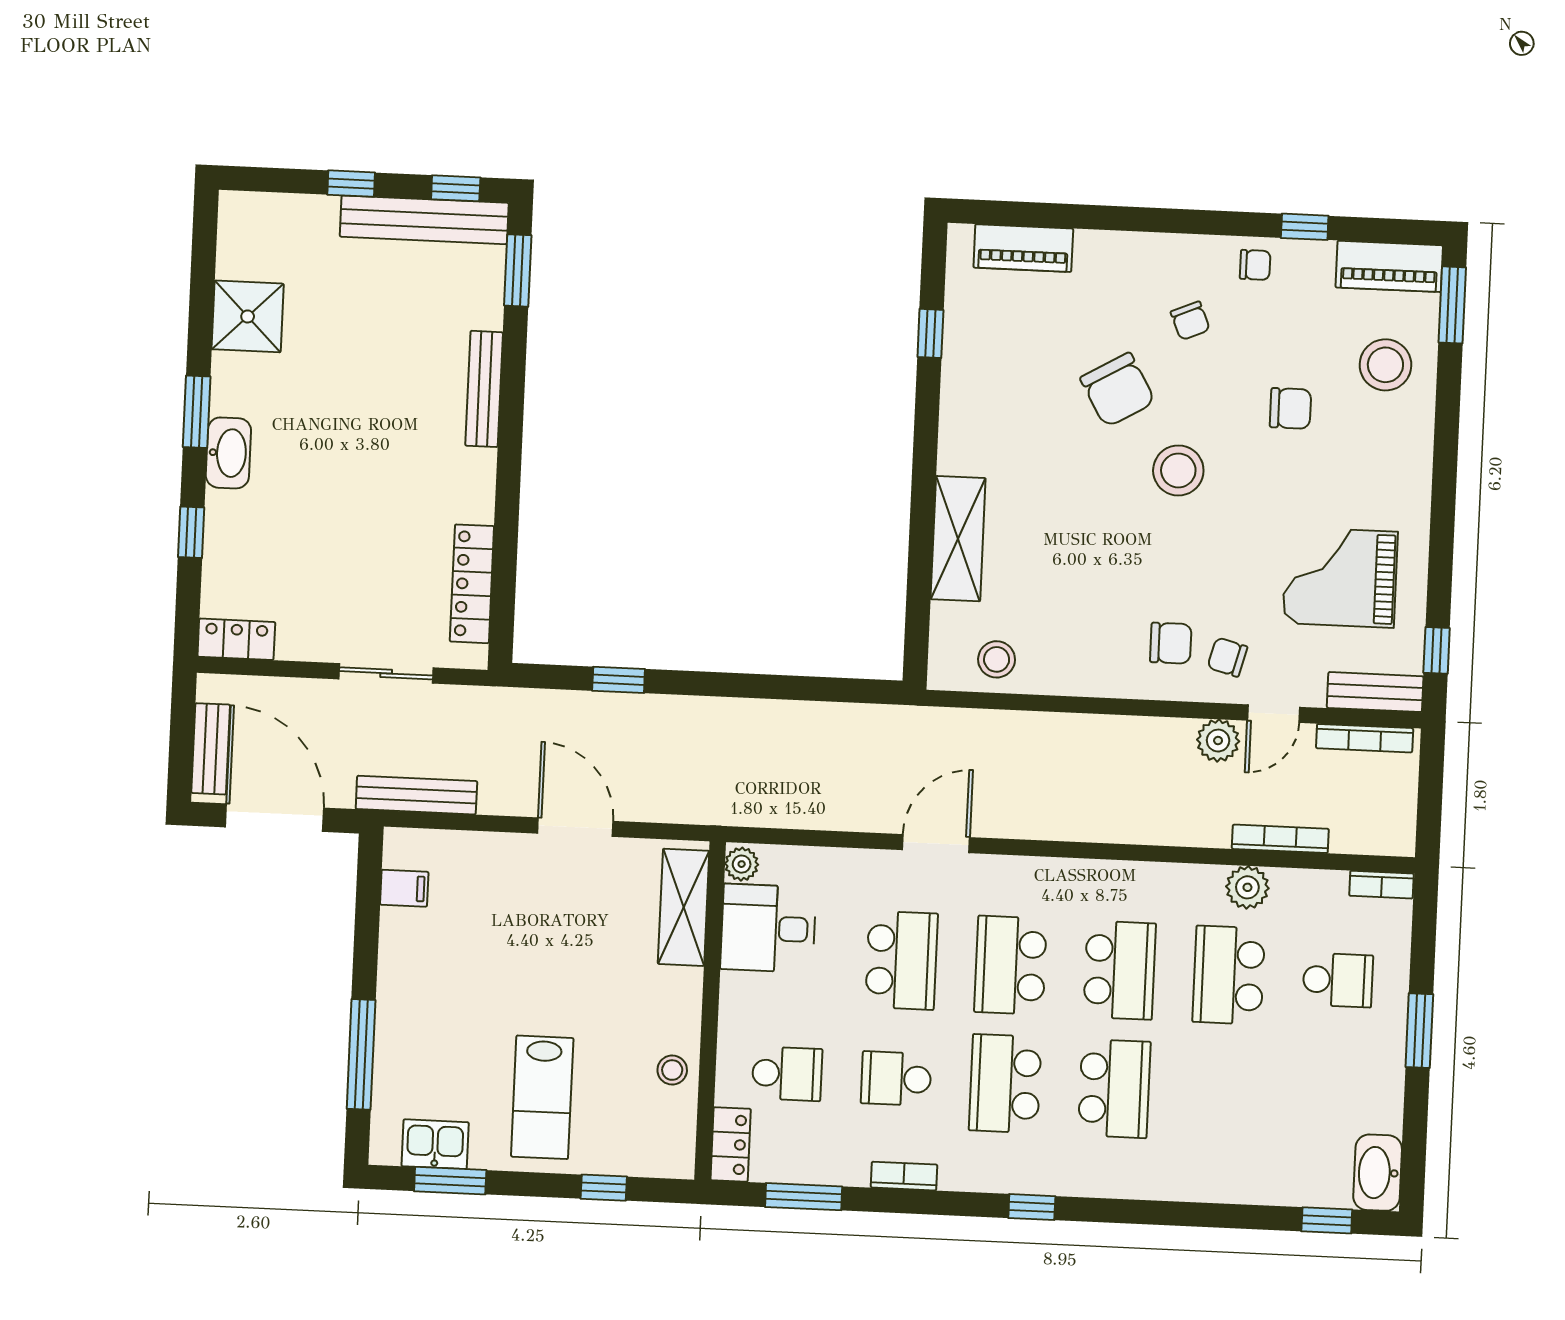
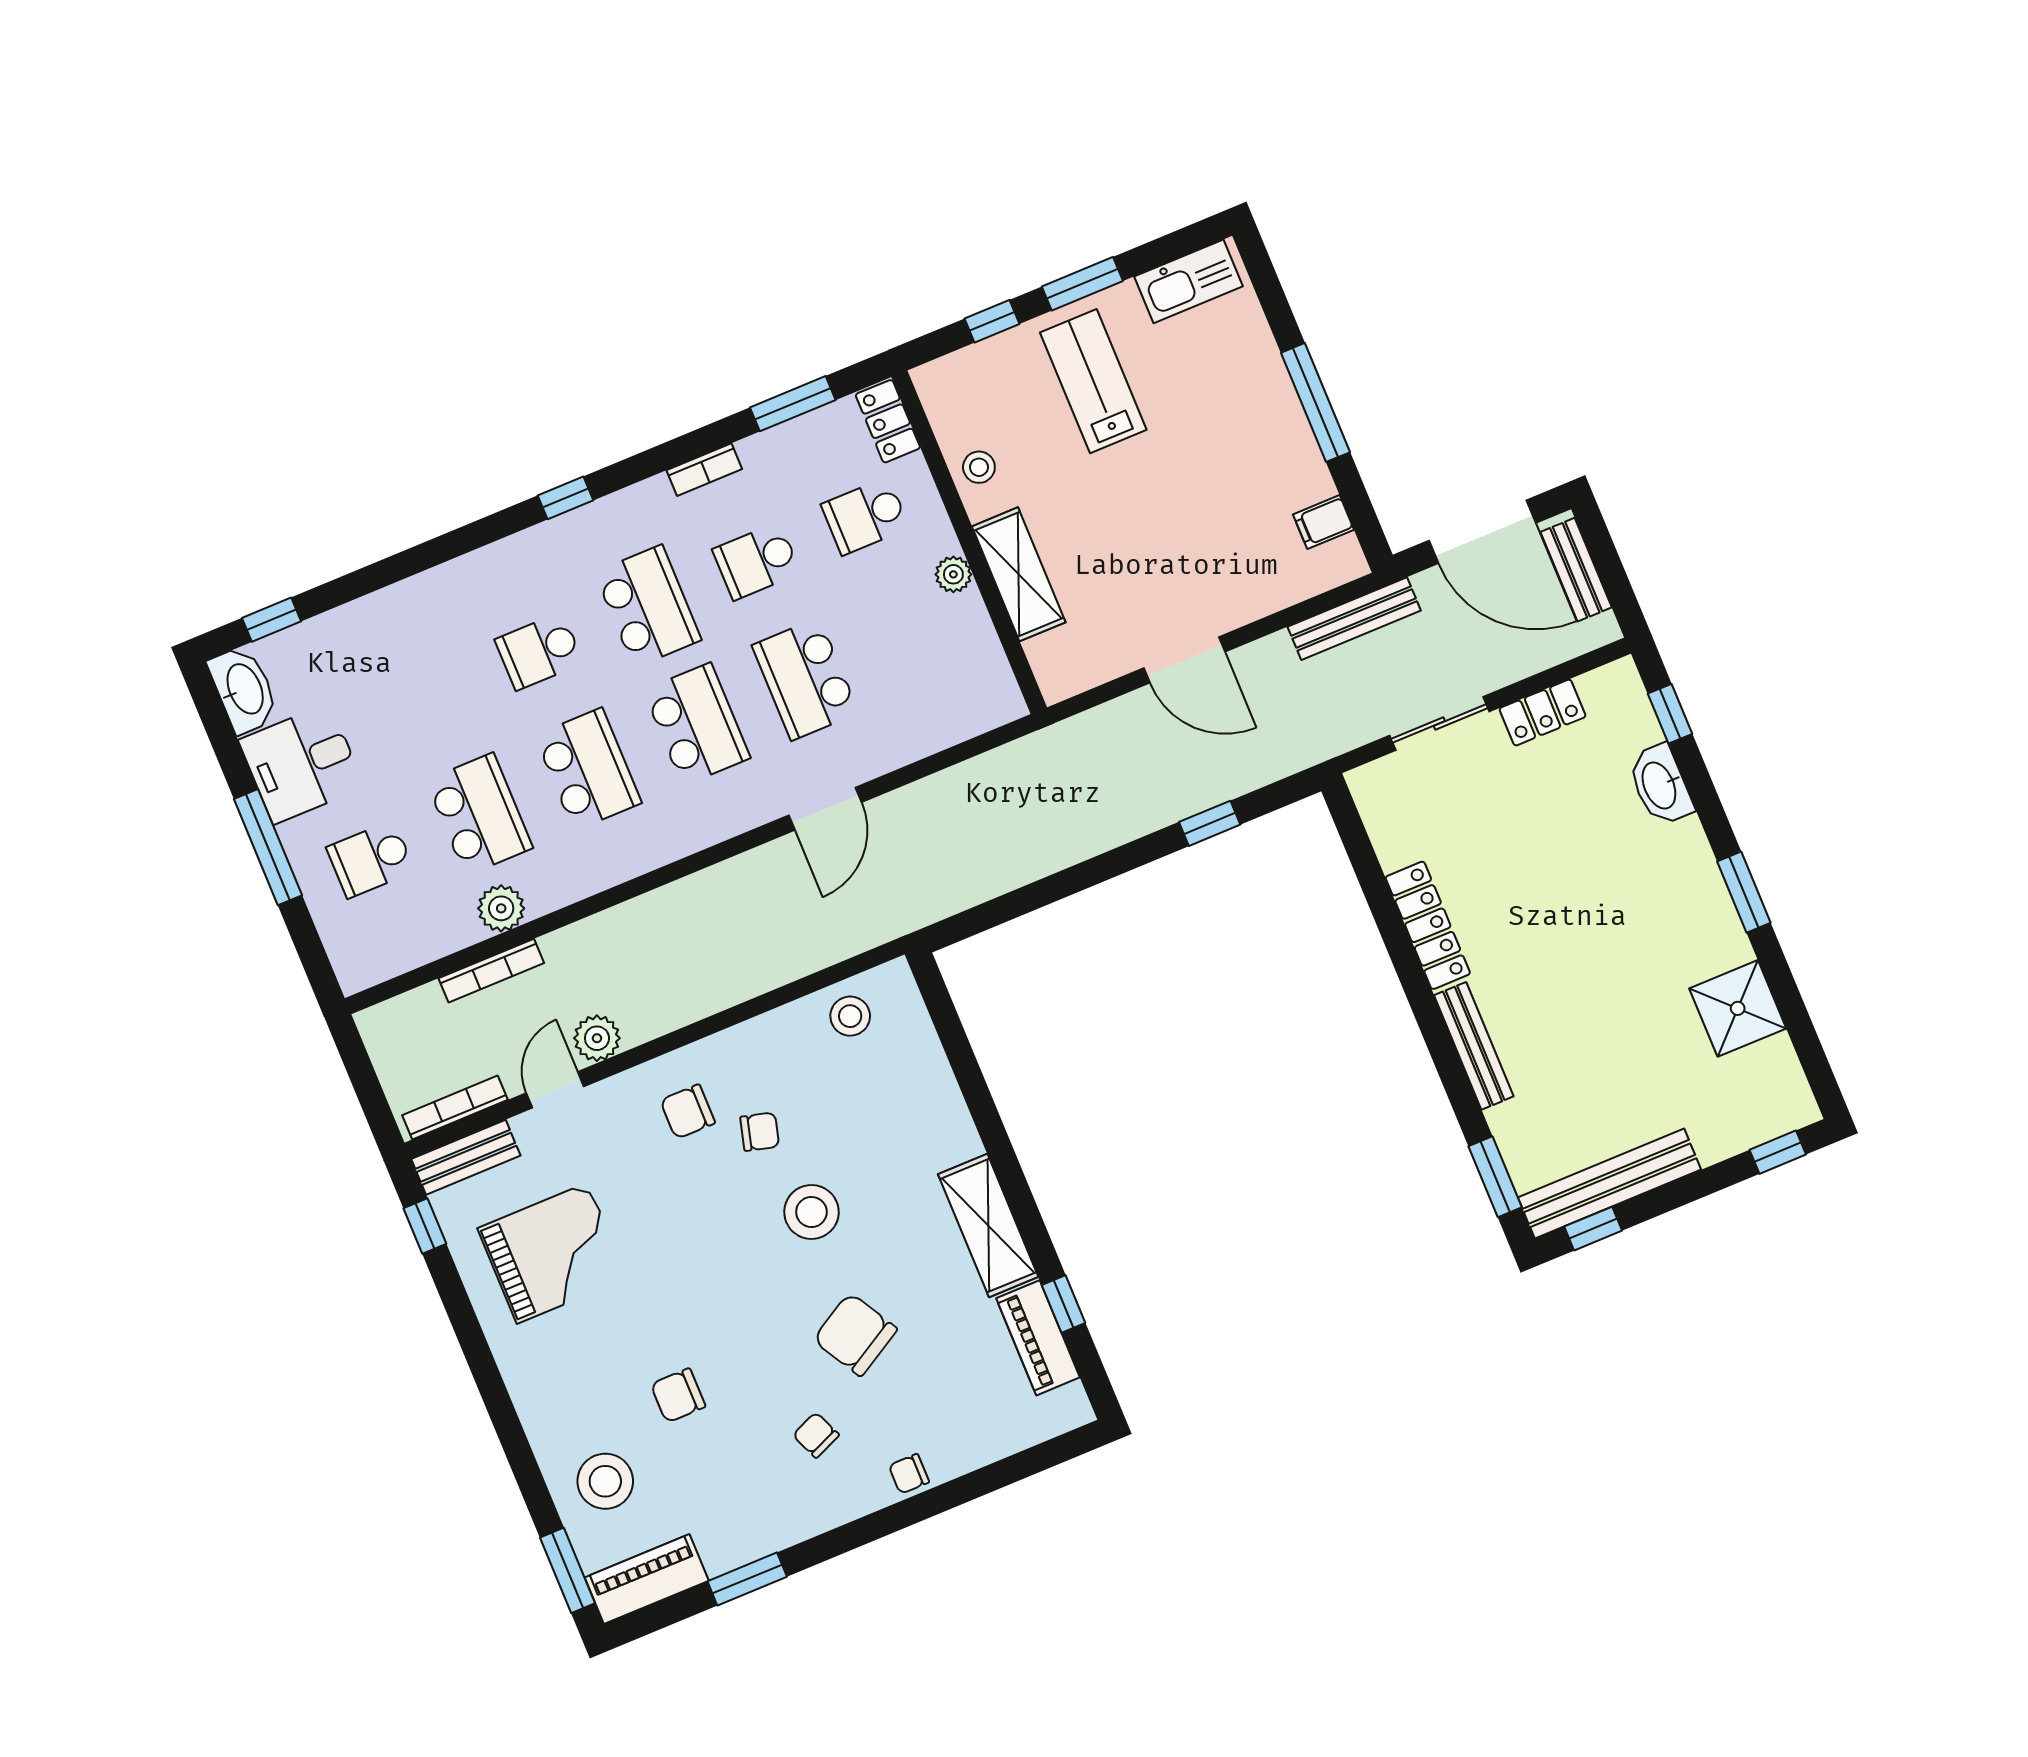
window: (351, 184) -> (1778, 1152), moved
window: (1305, 227) -> (747, 1579), width x1.50
piano: (1023, 248) -> (1038, 1338), moved, turned -90
chair: (1255, 265) -> (909, 1474), moved
washbasin: (228, 453) -> (1660, 785), moved
stool: (1178, 470) -> (811, 1212), moved
window: (191, 532) -> (1670, 714), moved
shelving: (958, 539) -> (988, 1226), moved
locker: (472, 584) -> (1428, 925), moved
locker: (236, 639) -> (1543, 713), moved
chair: (1227, 657) -> (760, 1132), moved
plant: (742, 864) -> (953, 574), moved
bookcase: (1381, 885) -> (372, 972), removed
shelving: (684, 907) -> (1019, 574), moved
desk: (768, 928) -> (301, 764), moved, turned 180
school desk: (1120, 970) -> (588, 769), turned 180
window: (1419, 1031) -> (268, 847), width x1.44
window: (361, 1054) -> (1315, 402), moved
school desk: (896, 1079) -> (757, 561), turned 180
school desk: (1114, 1089) -> (539, 651), width x0.54
kitchen sink: (435, 1144) -> (1189, 281), width x1.38
window: (450, 1181) -> (1082, 284), moved

